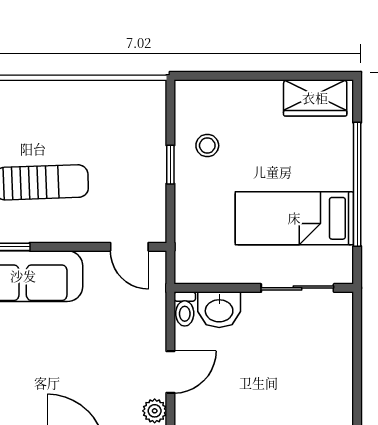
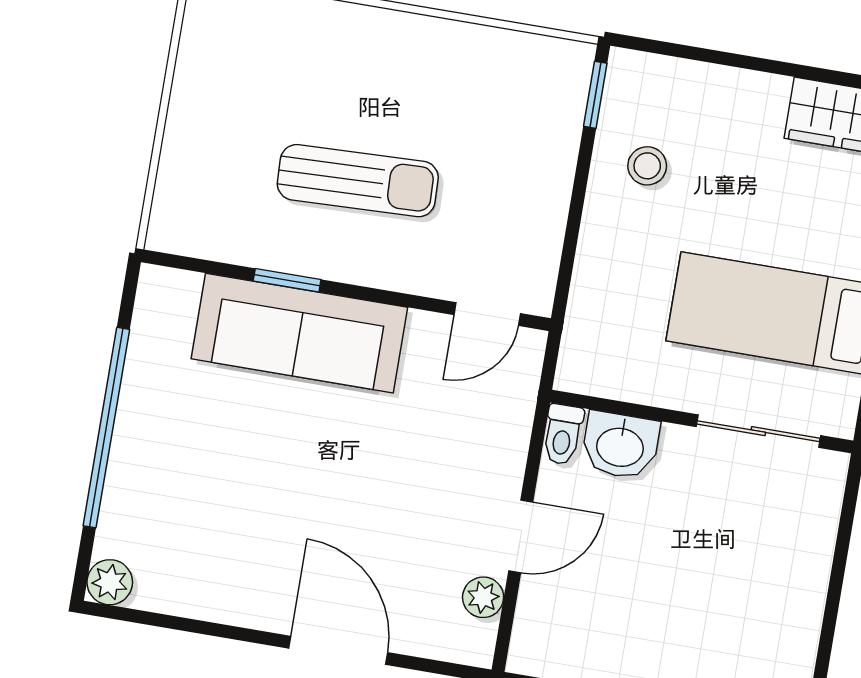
window: (170, 165) -> (595, 95), moved
door: (129, 247) -> (487, 314), hinge flipped

